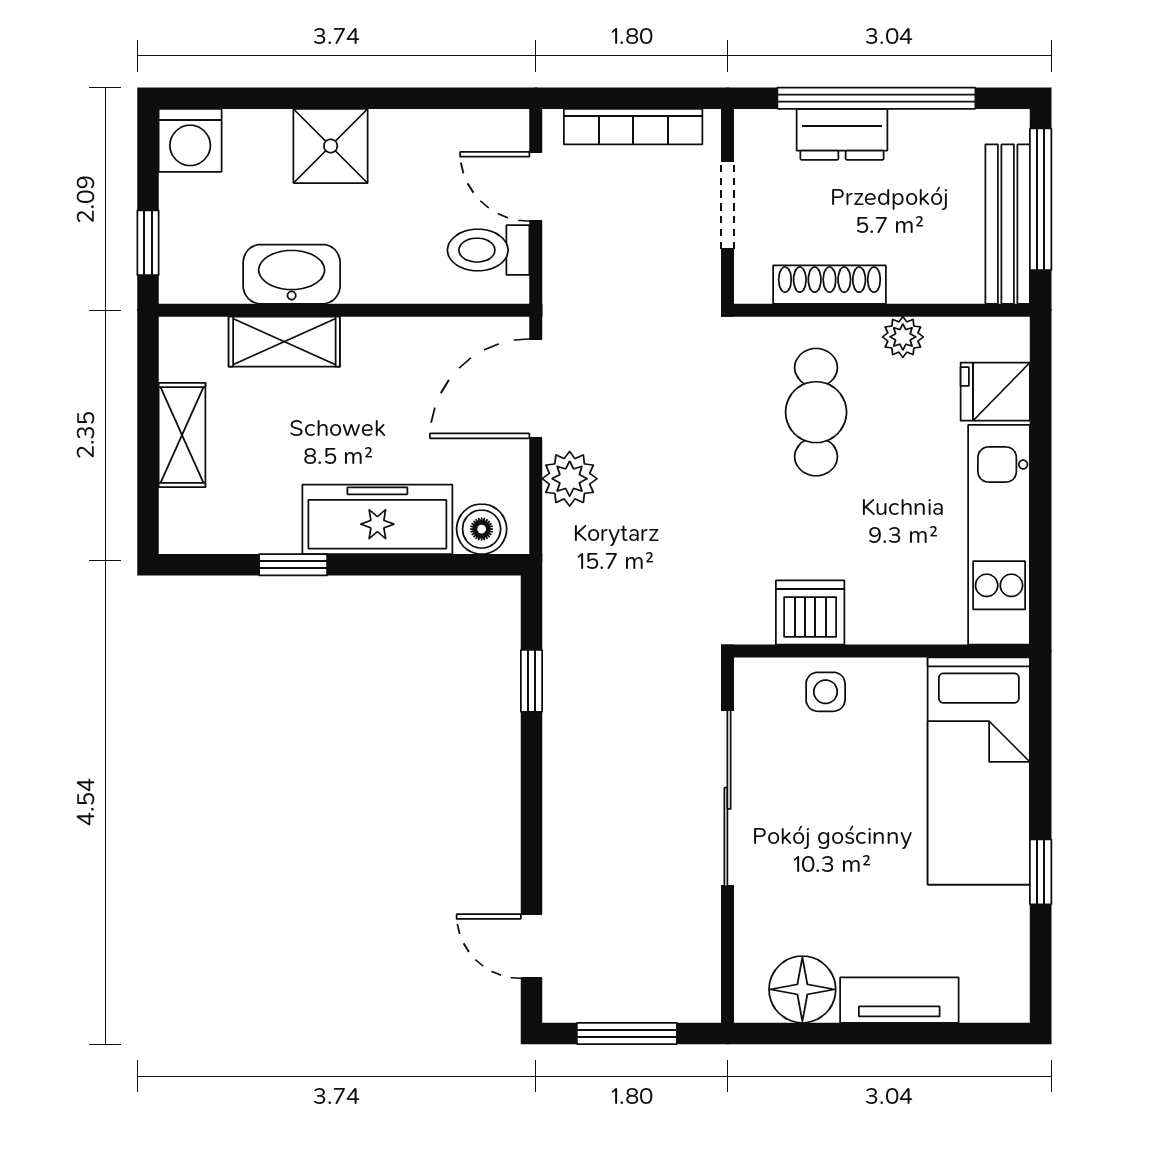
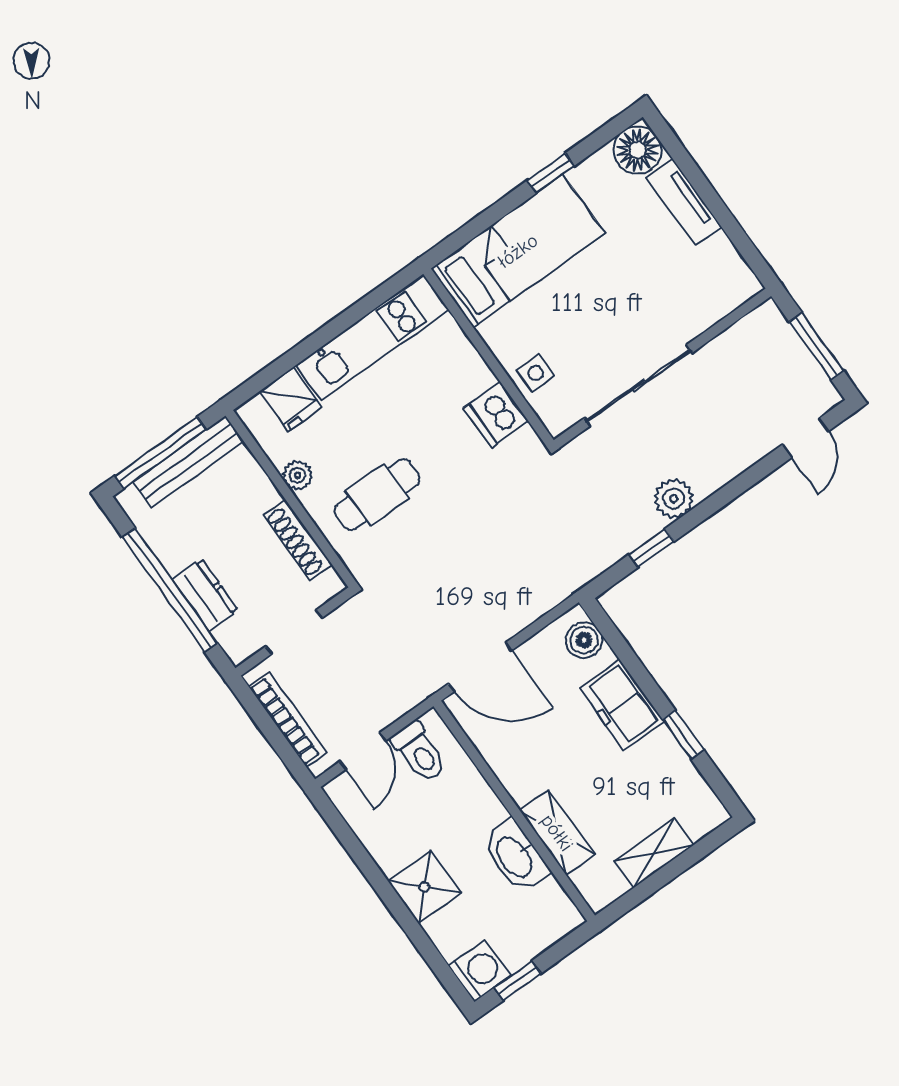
window: (148, 243) -> (517, 981), moved
plant: (570, 479) -> (674, 499), moved
freezer: (377, 519) -> (622, 705), width x0.71
floor lamp: (802, 989) -> (637, 150), moved

